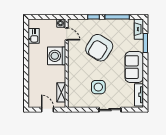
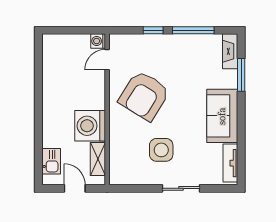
door: (67, 34) -> (107, 60), swing flipped
kitchen sink: (34, 36) -> (51, 161), moved
armchair: (99, 48) -> (144, 96), moved
washing machine: (57, 56) -> (90, 126), moved

